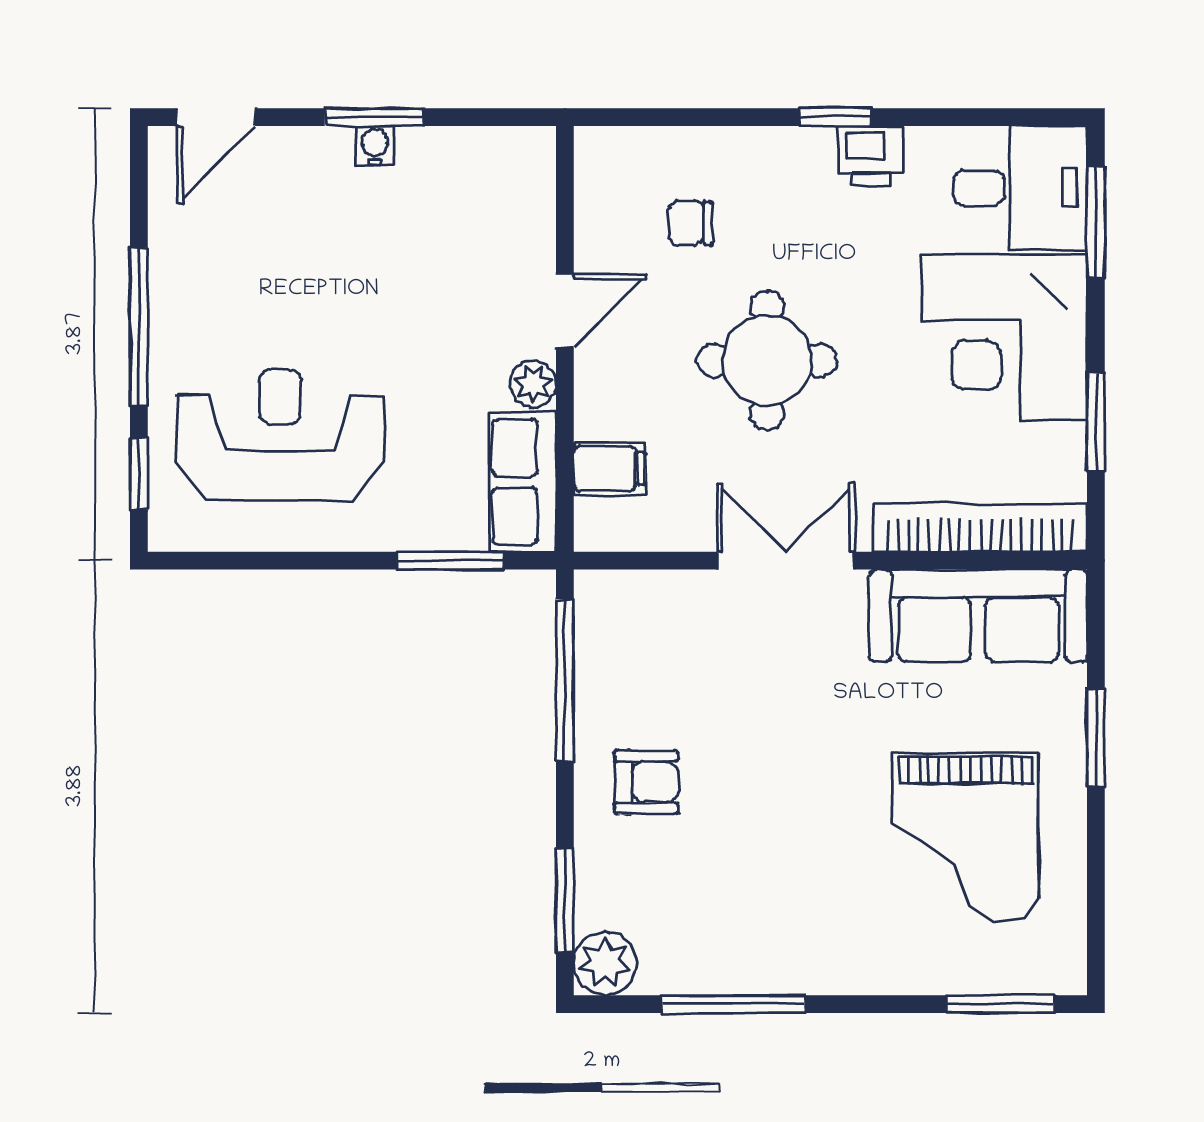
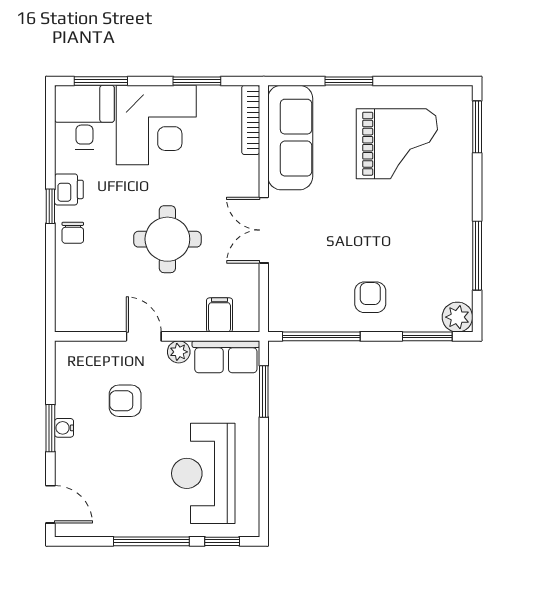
chair: (690, 223) -> (73, 233), moved
armchair: (431, 272) -> (125, 401), added
bookcase: (980, 528) -> (251, 120), width x0.68, depth x0.76

